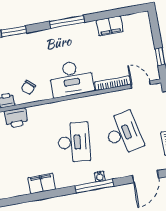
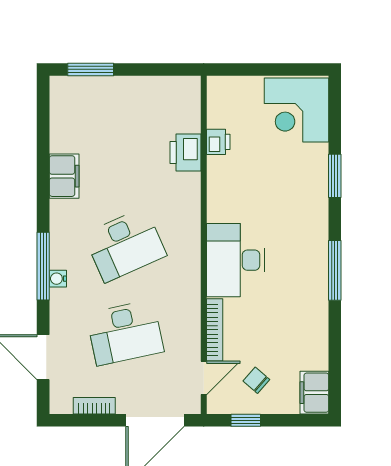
filing cabinet: (110, 26) -> (314, 393), moved
chair: (28, 87) -> (256, 380), moved
desk: (74, 142) -> (125, 245), turned -30

